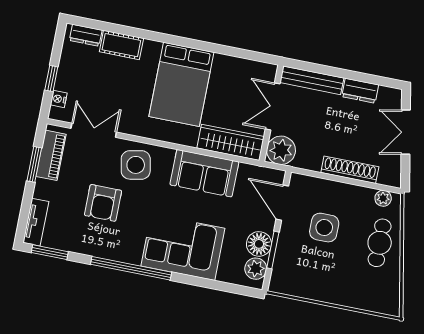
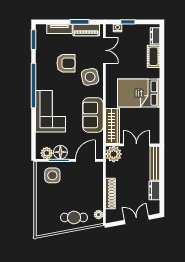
armchair: (103, 203) -> (66, 63), turned 180
tv unit: (36, 222) -> (60, 29), moved
side table: (324, 228) -> (52, 175), moved

